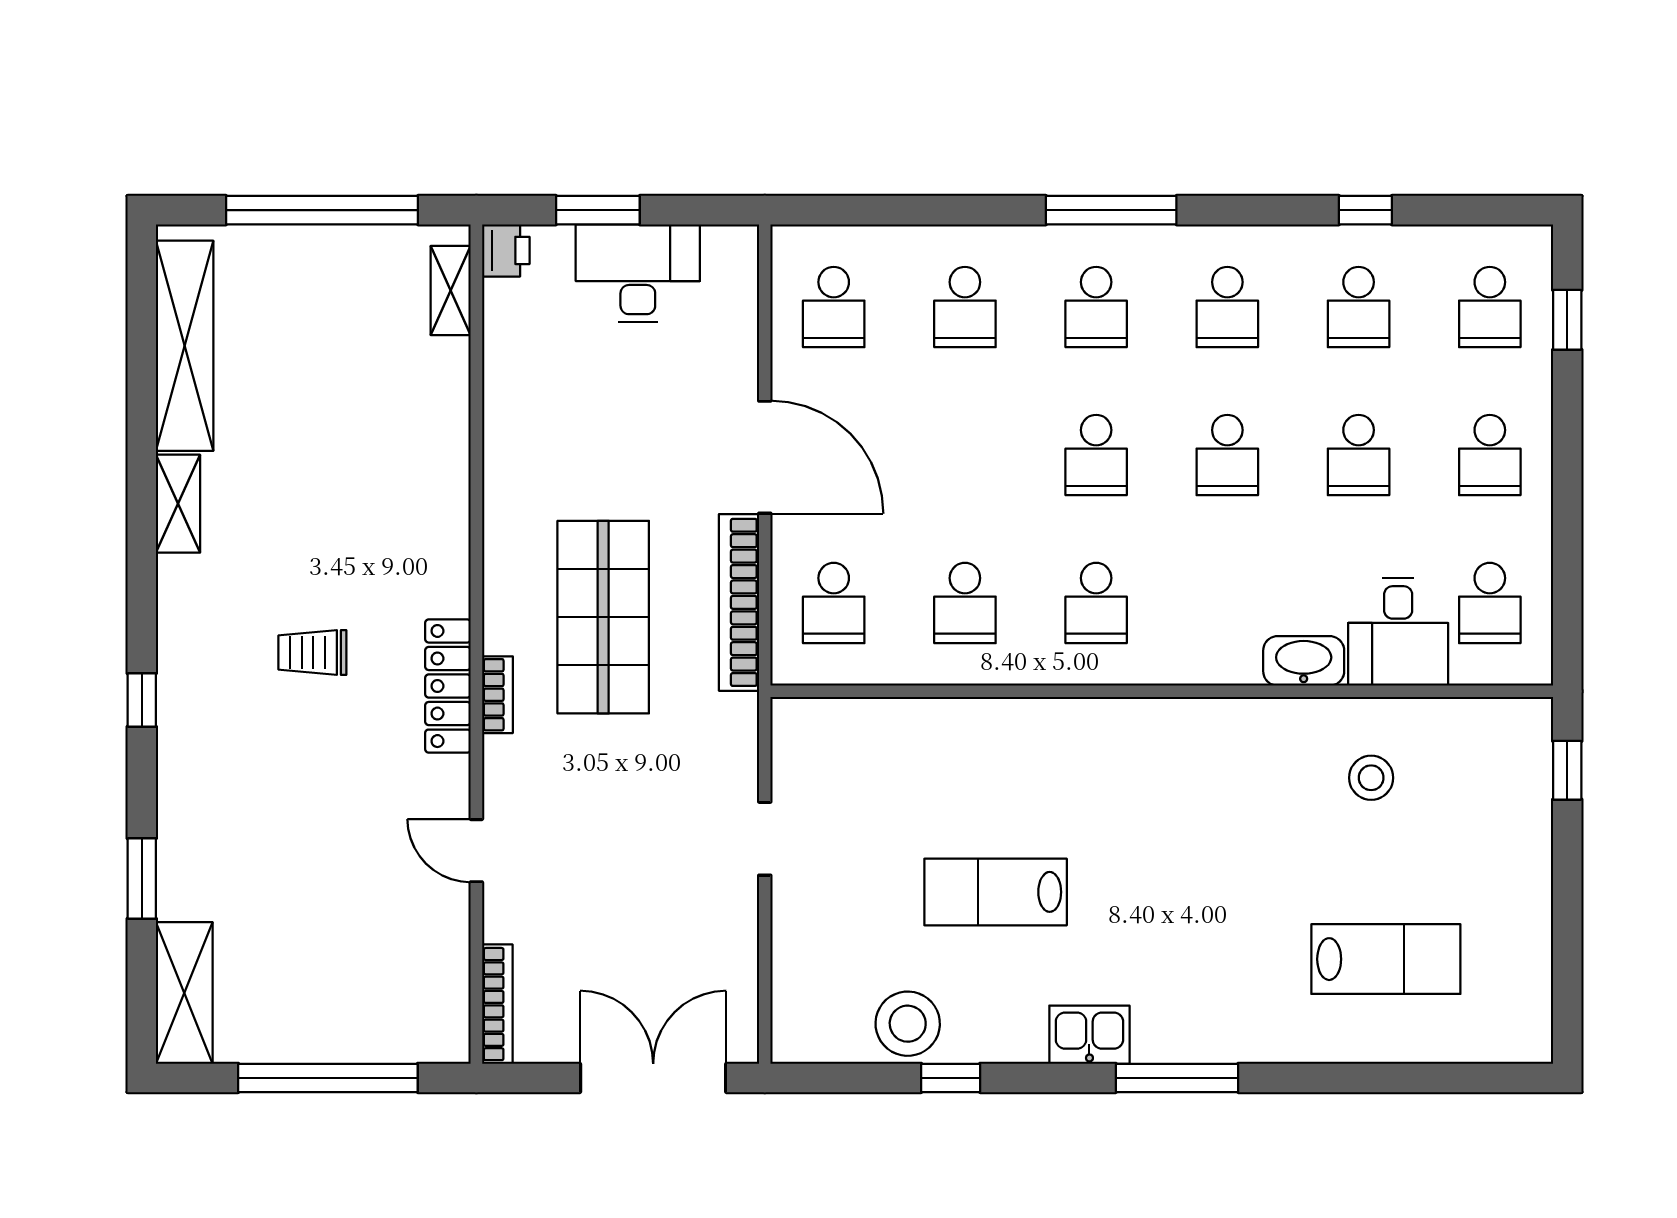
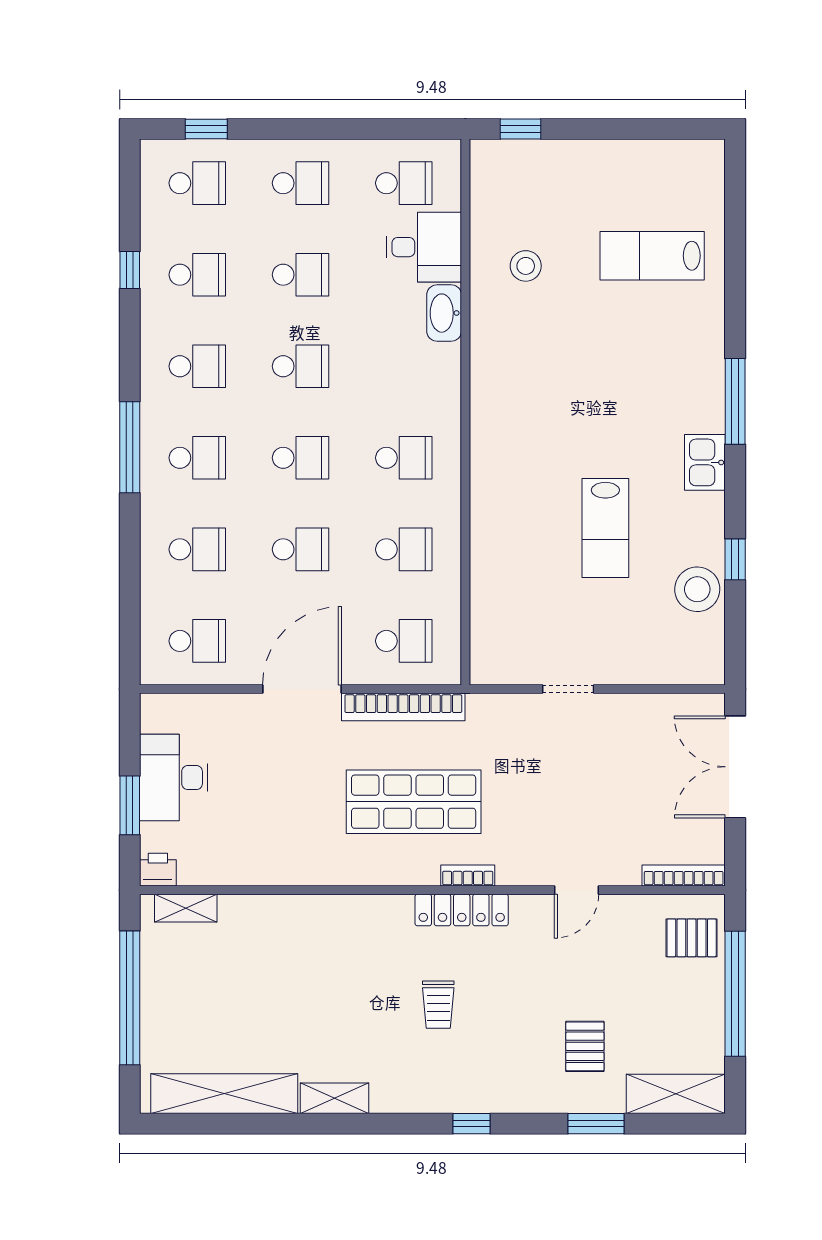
school desk: (965, 455) -> (301, 549), added
pallet: (253, 863) -> (585, 1046), added
lab bench: (1386, 959) -> (652, 256), turned -90
pallet: (408, 1015) -> (692, 938), added

